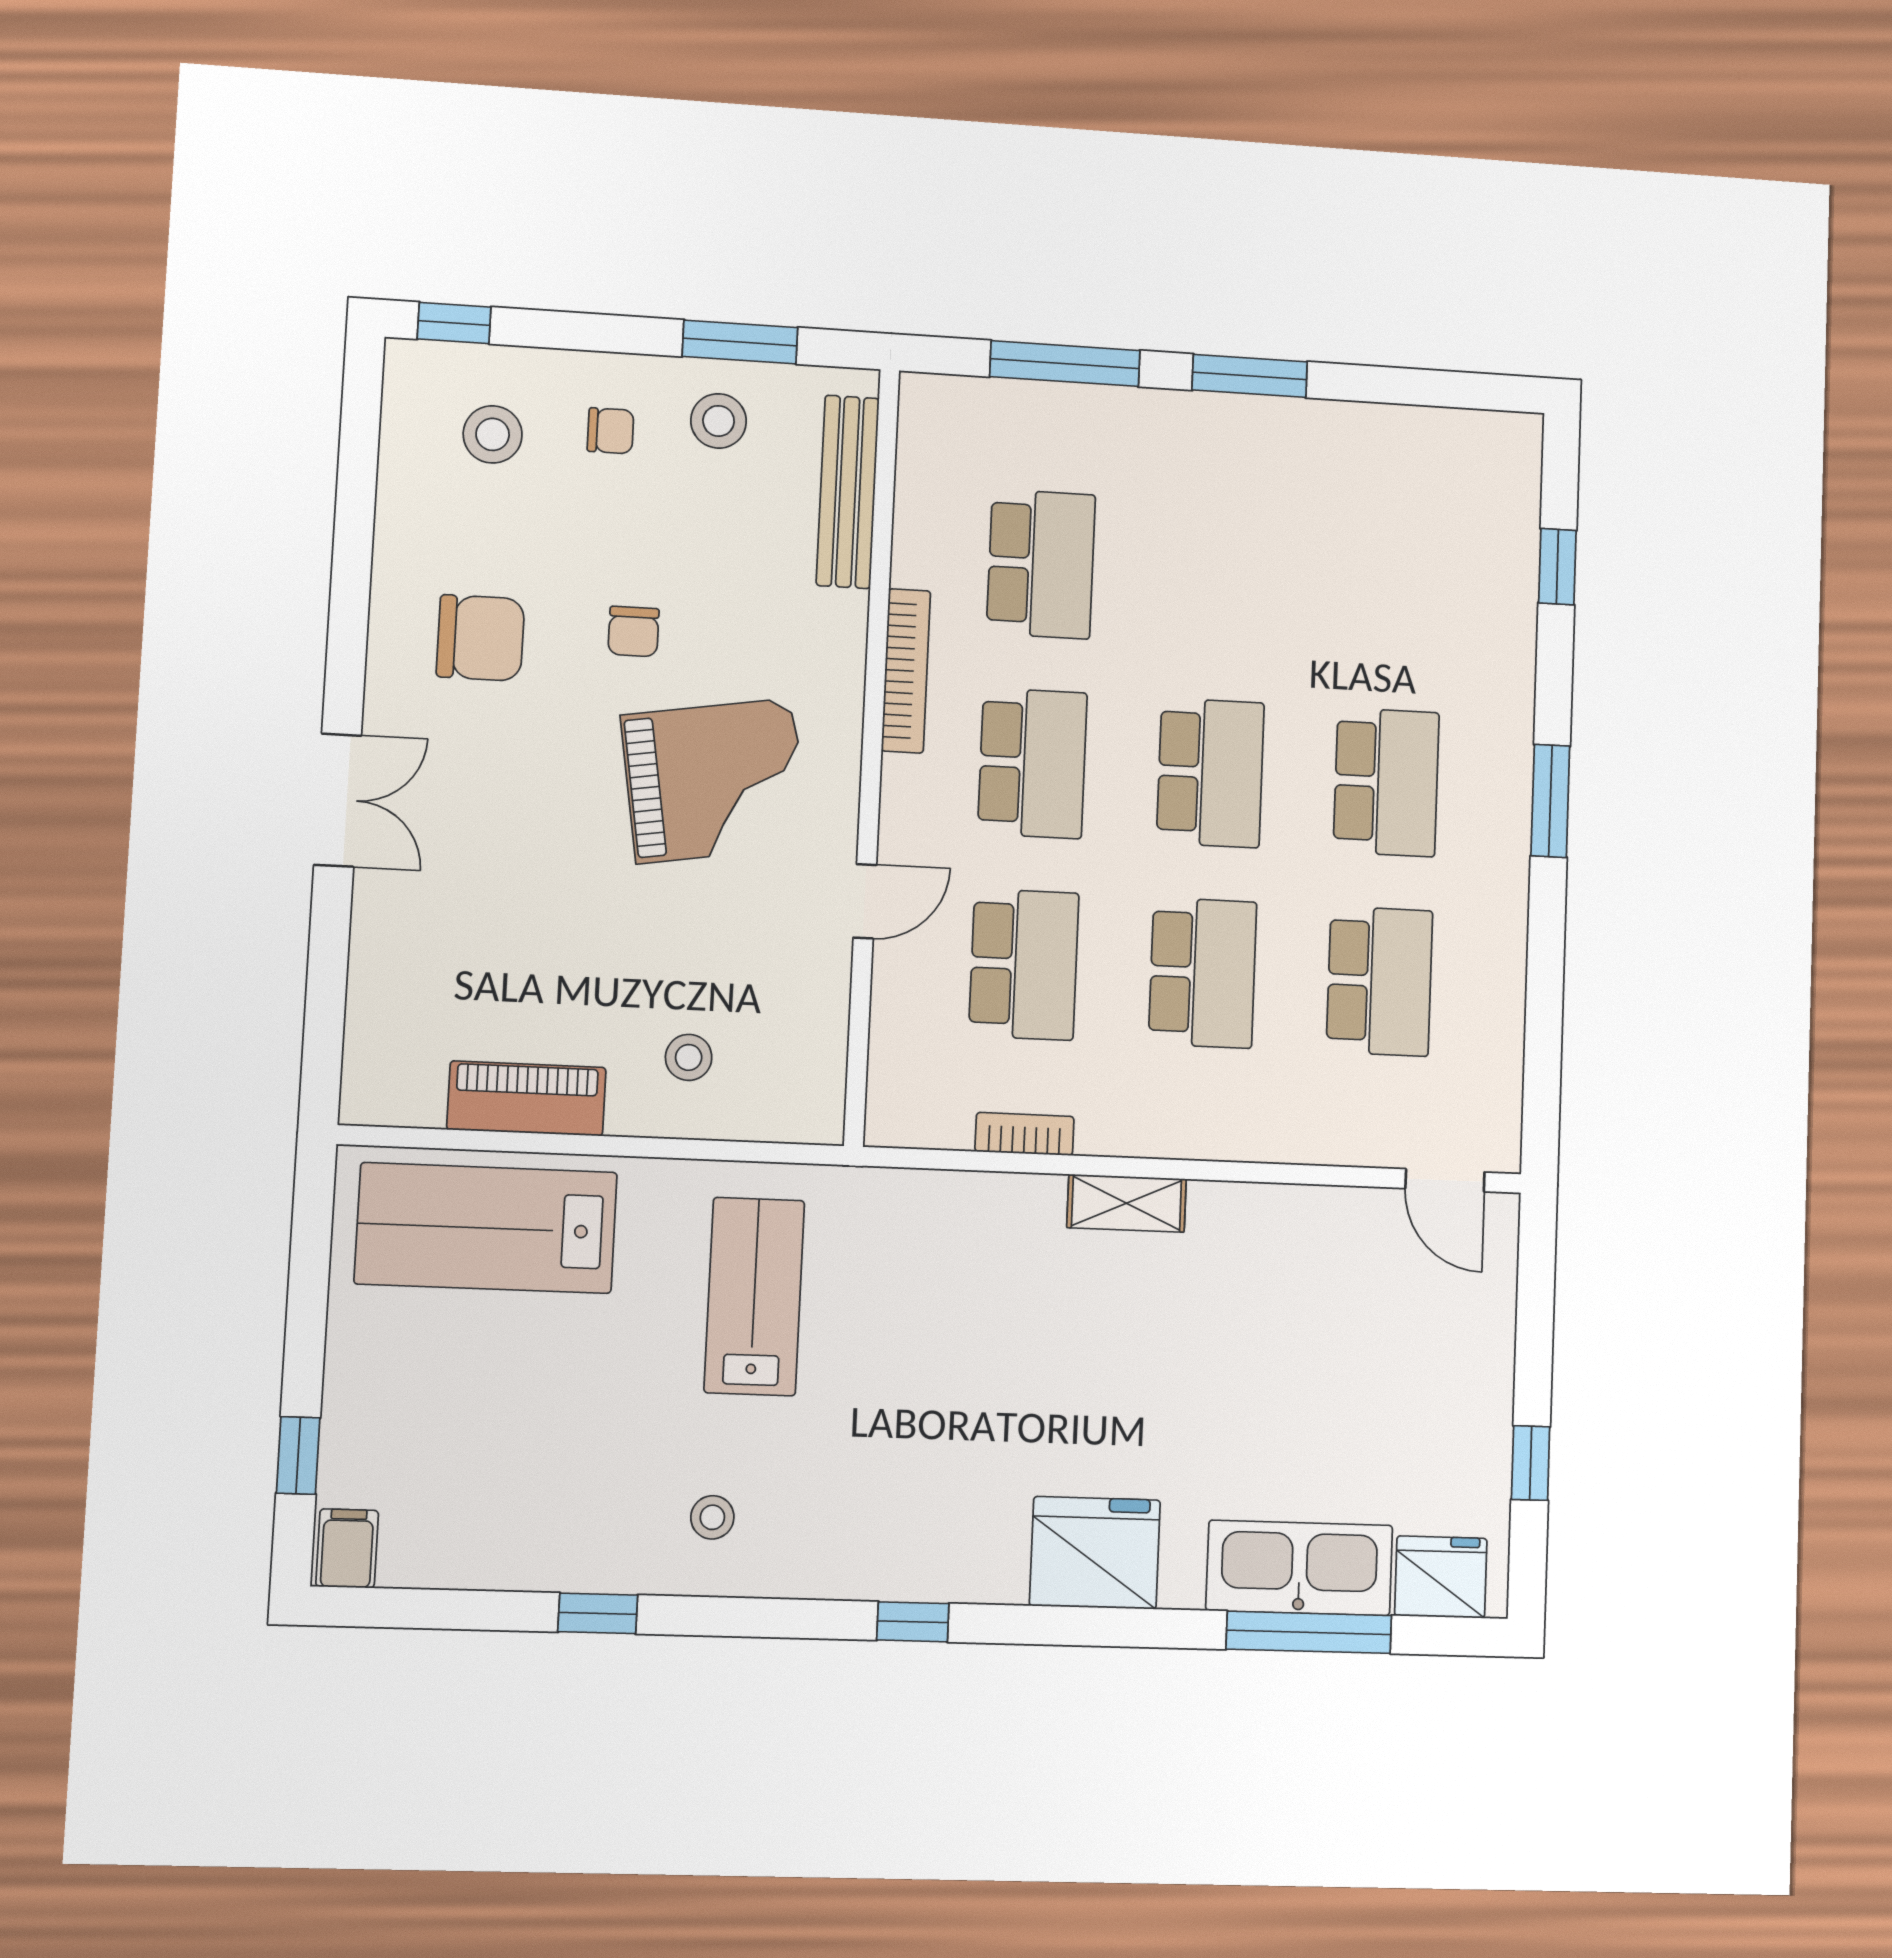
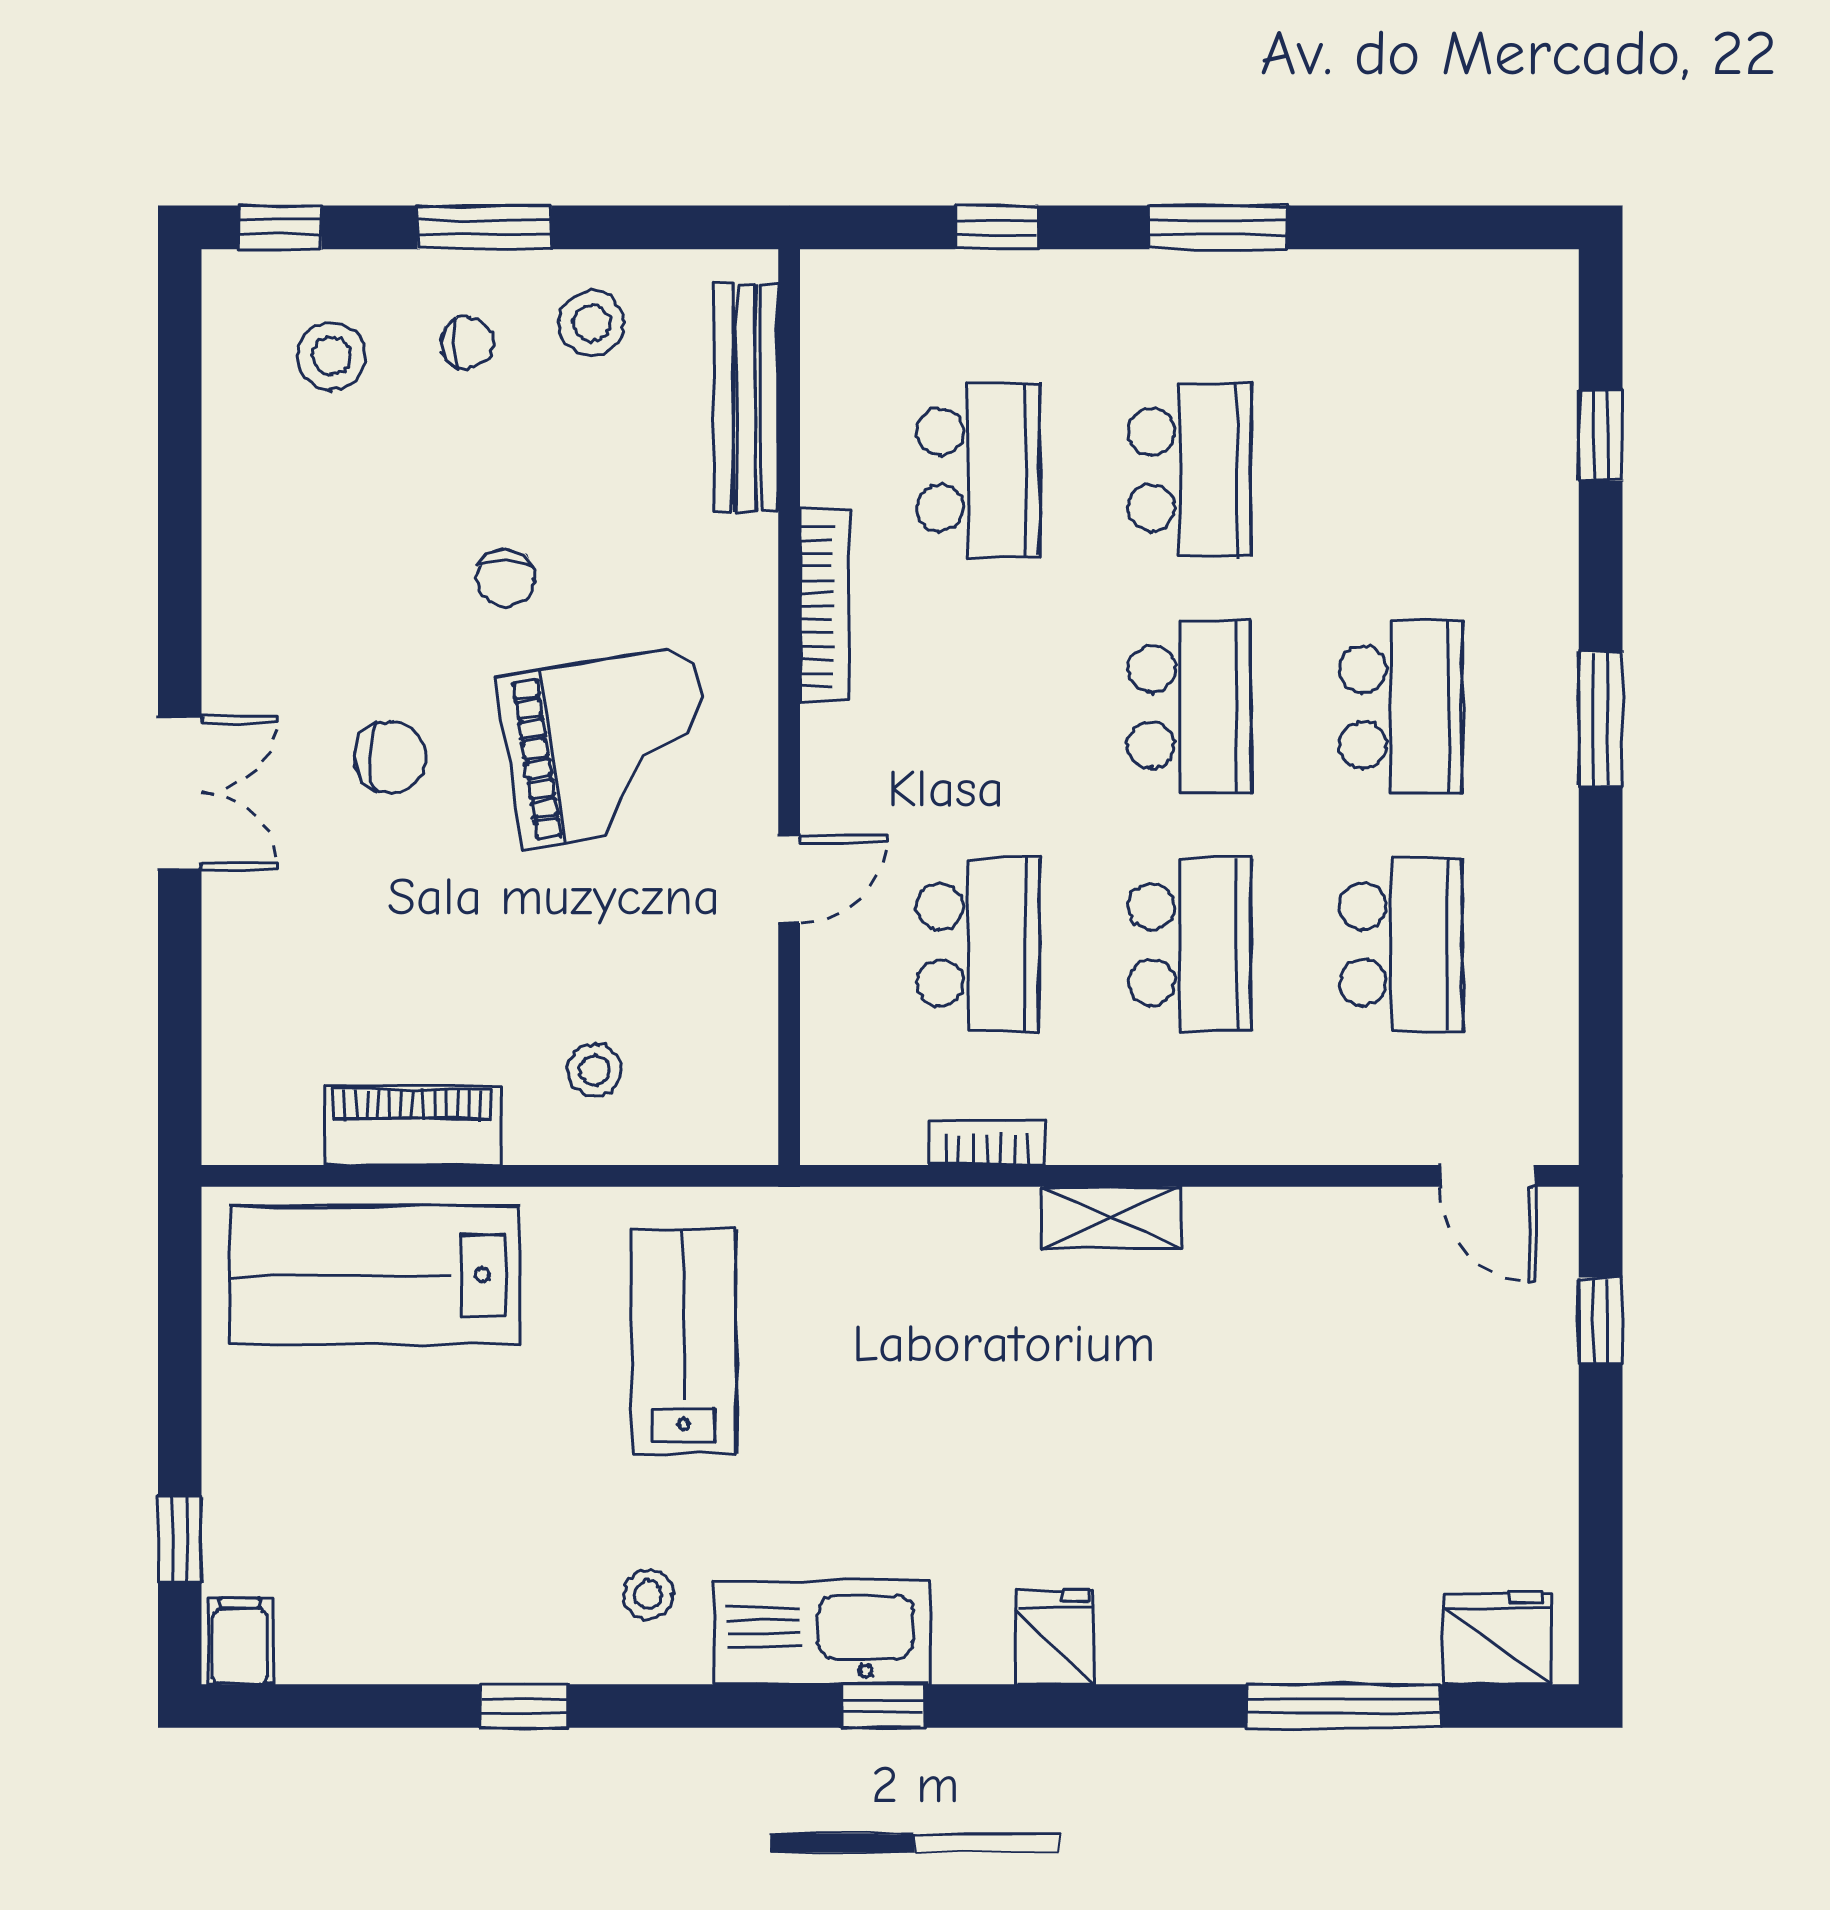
window: (740, 342) -> (484, 227), moved
window: (1065, 364) -> (996, 227), width x0.46
chair: (480, 638) -> (390, 757), moved, width x0.73, depth x0.73
school desk: (1032, 763) -> (1189, 470), moved
window: (1531, 1463) -> (1601, 1320), moved
fridge: (1095, 1553) -> (1055, 1638), width x0.53, depth x0.75
kitchen sink: (1299, 1568) -> (822, 1632), moved

